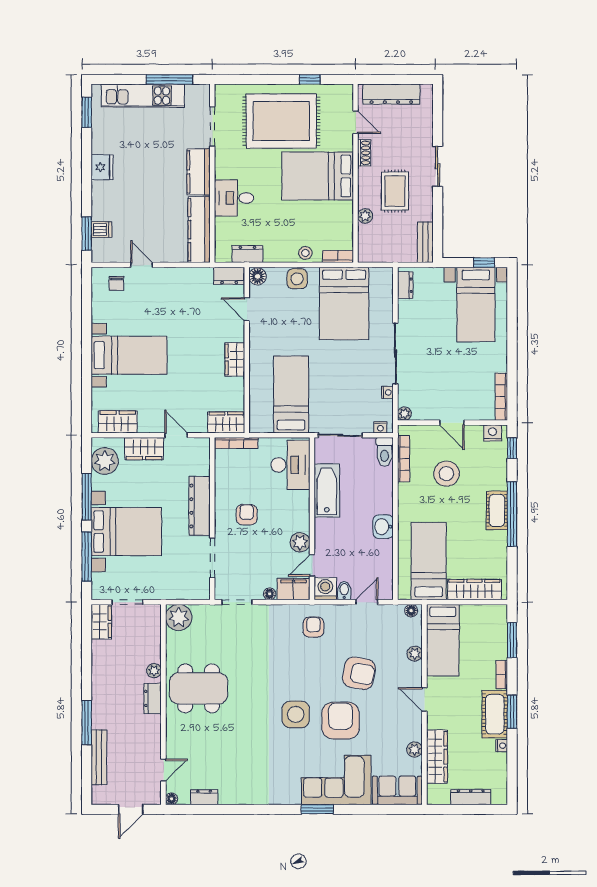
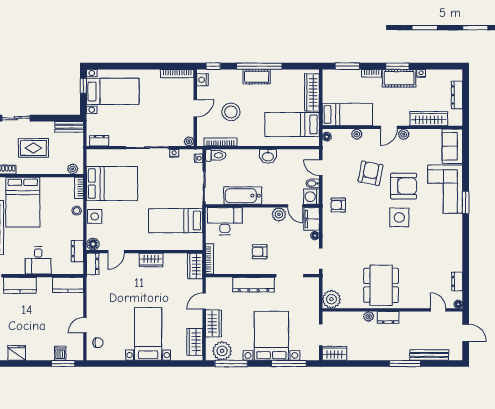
plant: (365, 216) -> (73, 169), moved
kitchen counter: (199, 230) -> (68, 285), width x0.67
window: (87, 497) -> (231, 364), moved
armchair: (340, 721) -> (404, 186), turned 180
plant: (415, 750) -> (404, 134), moved

